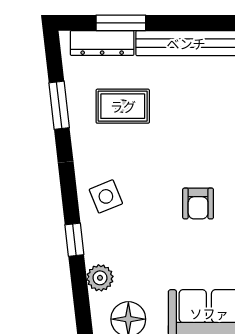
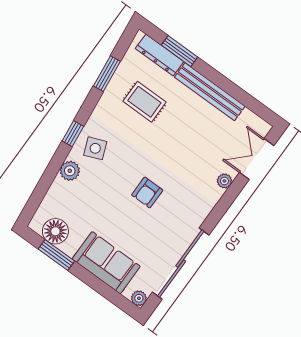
window: (74, 240) -> (73, 134), moved
plant: (100, 278) -> (70, 171), moved

